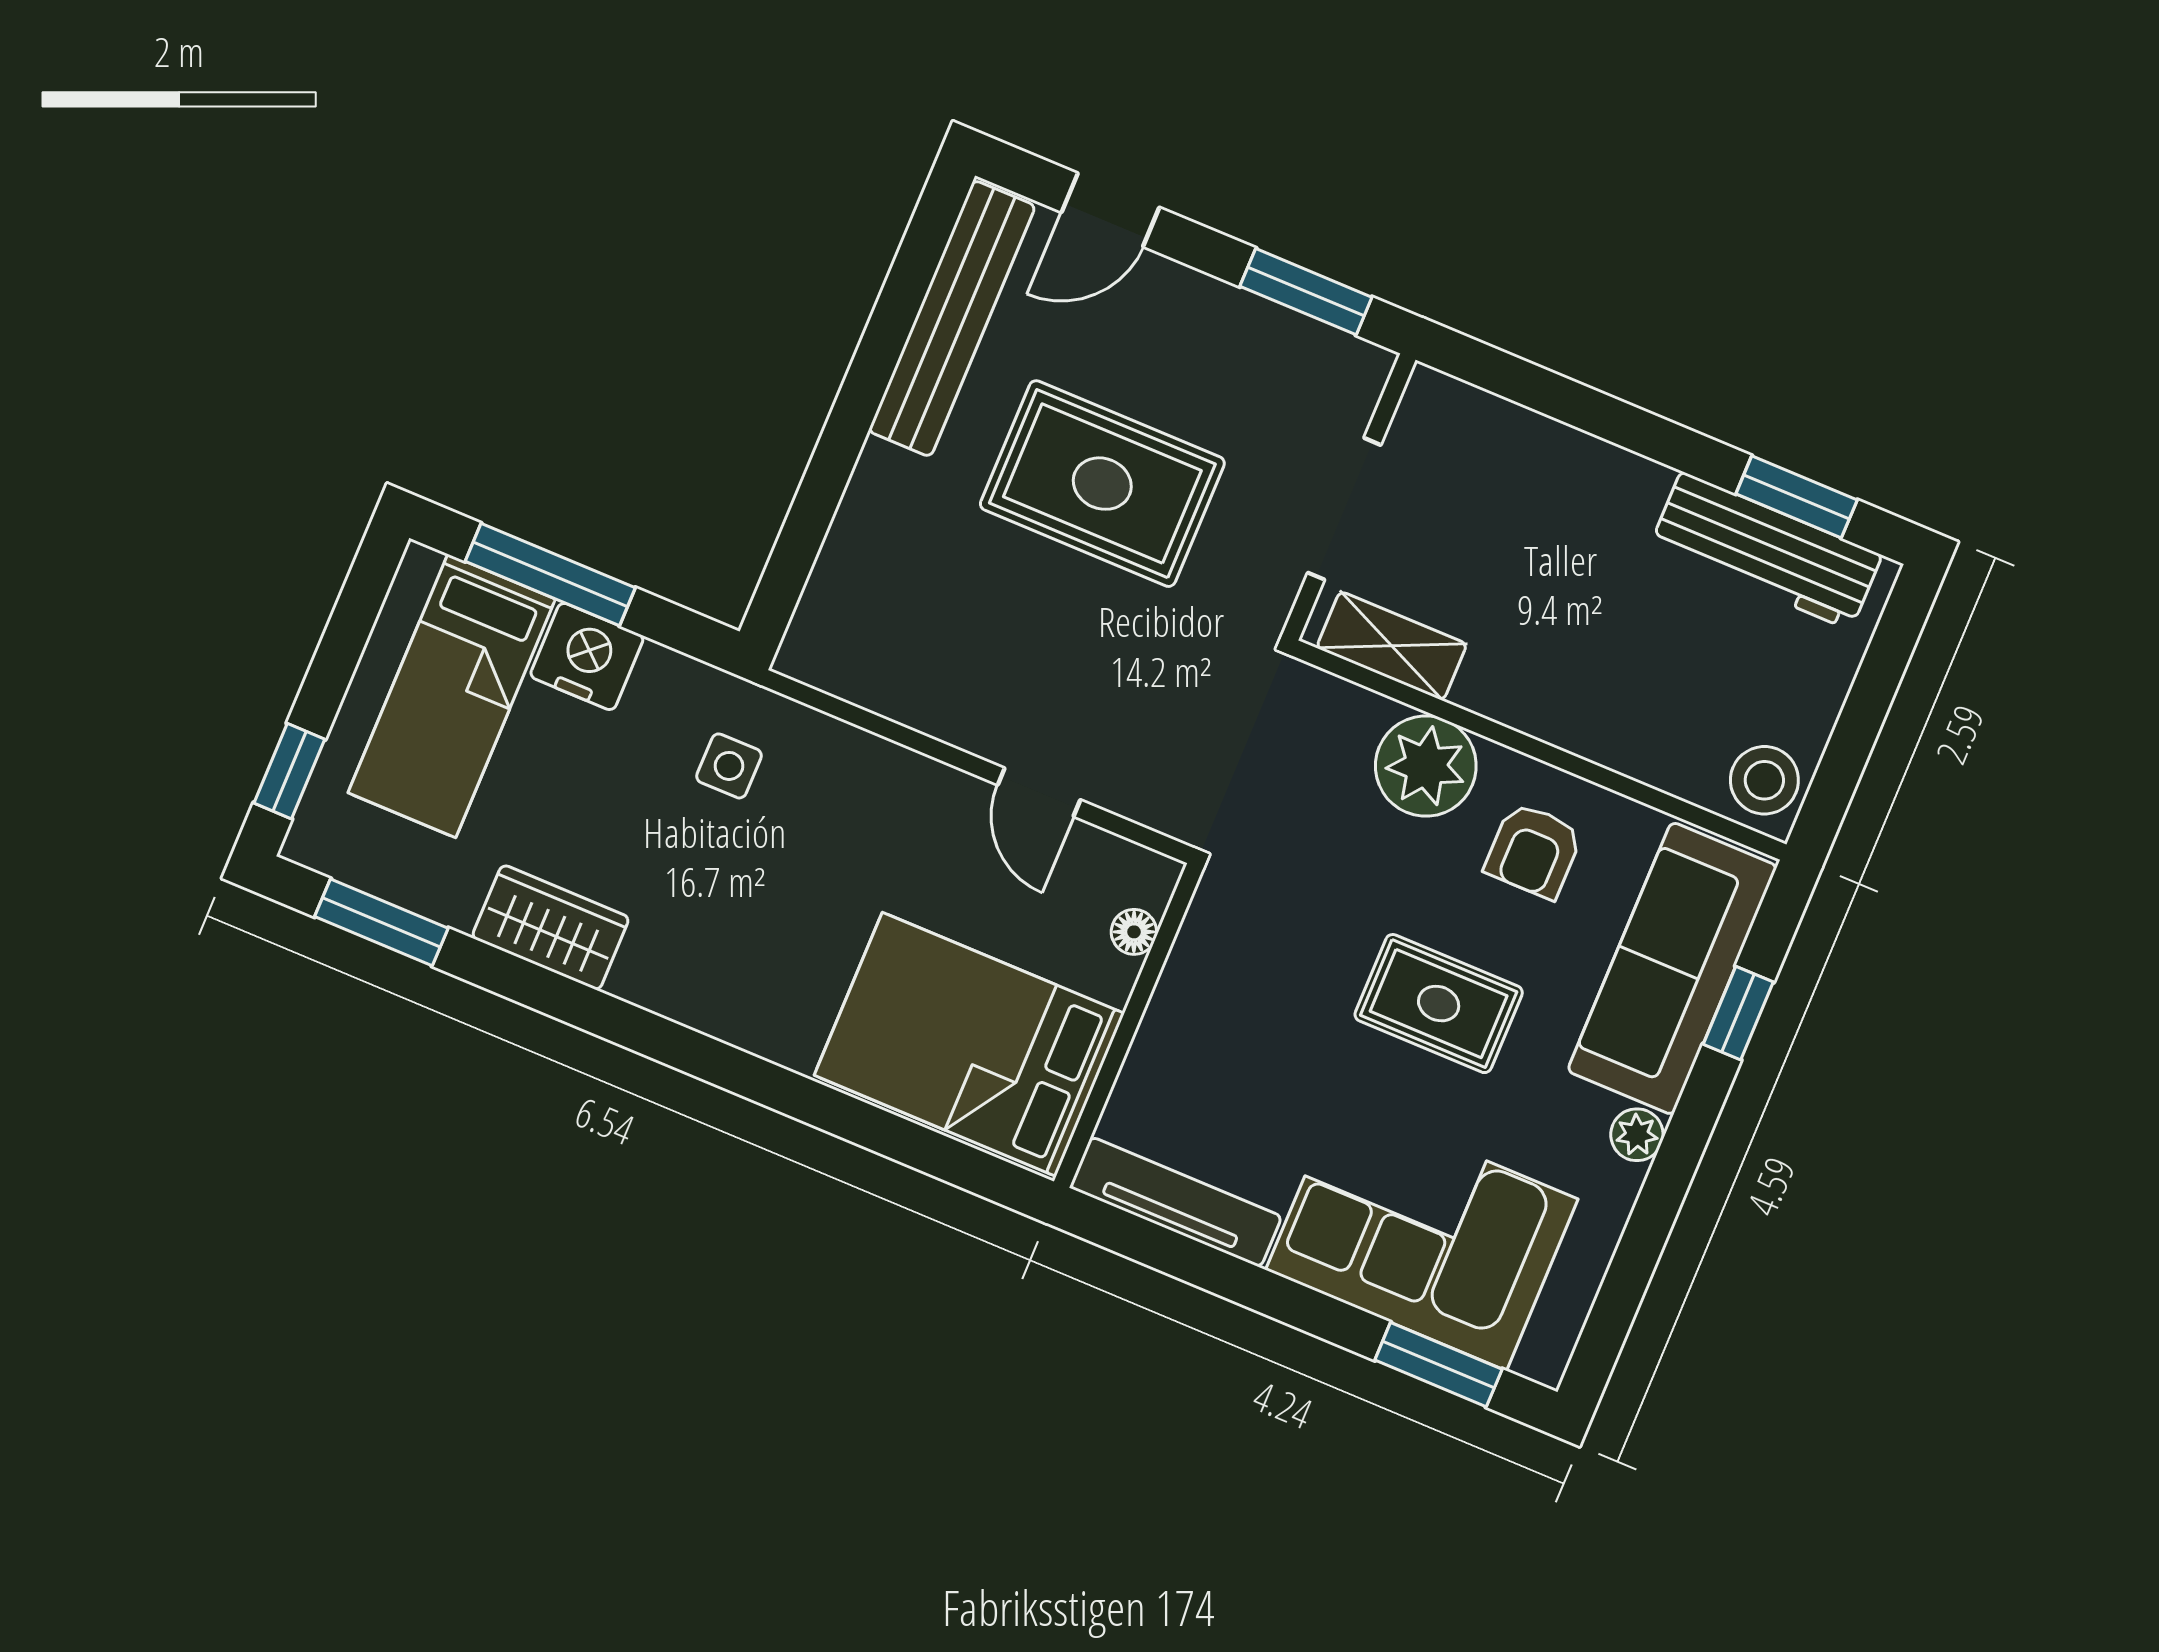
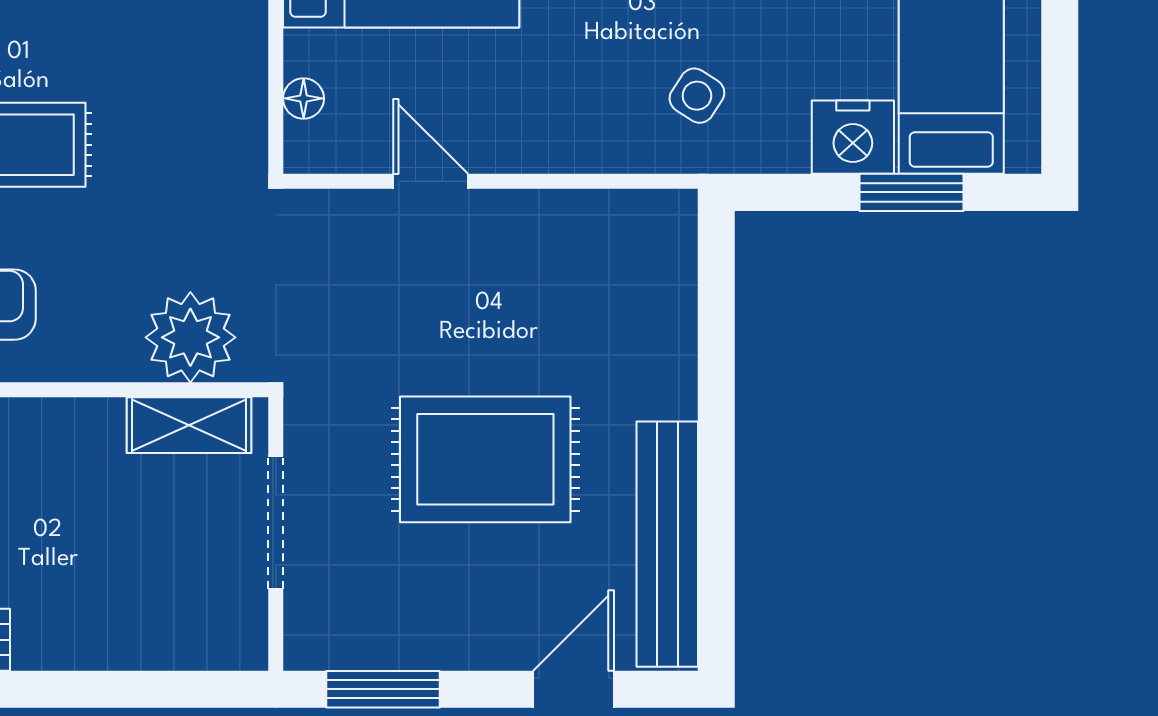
window: (550, 575) -> (912, 192), width x0.69
side table: (729, 766) -> (697, 96), turned 33
plant: (1426, 766) -> (190, 337), moved

